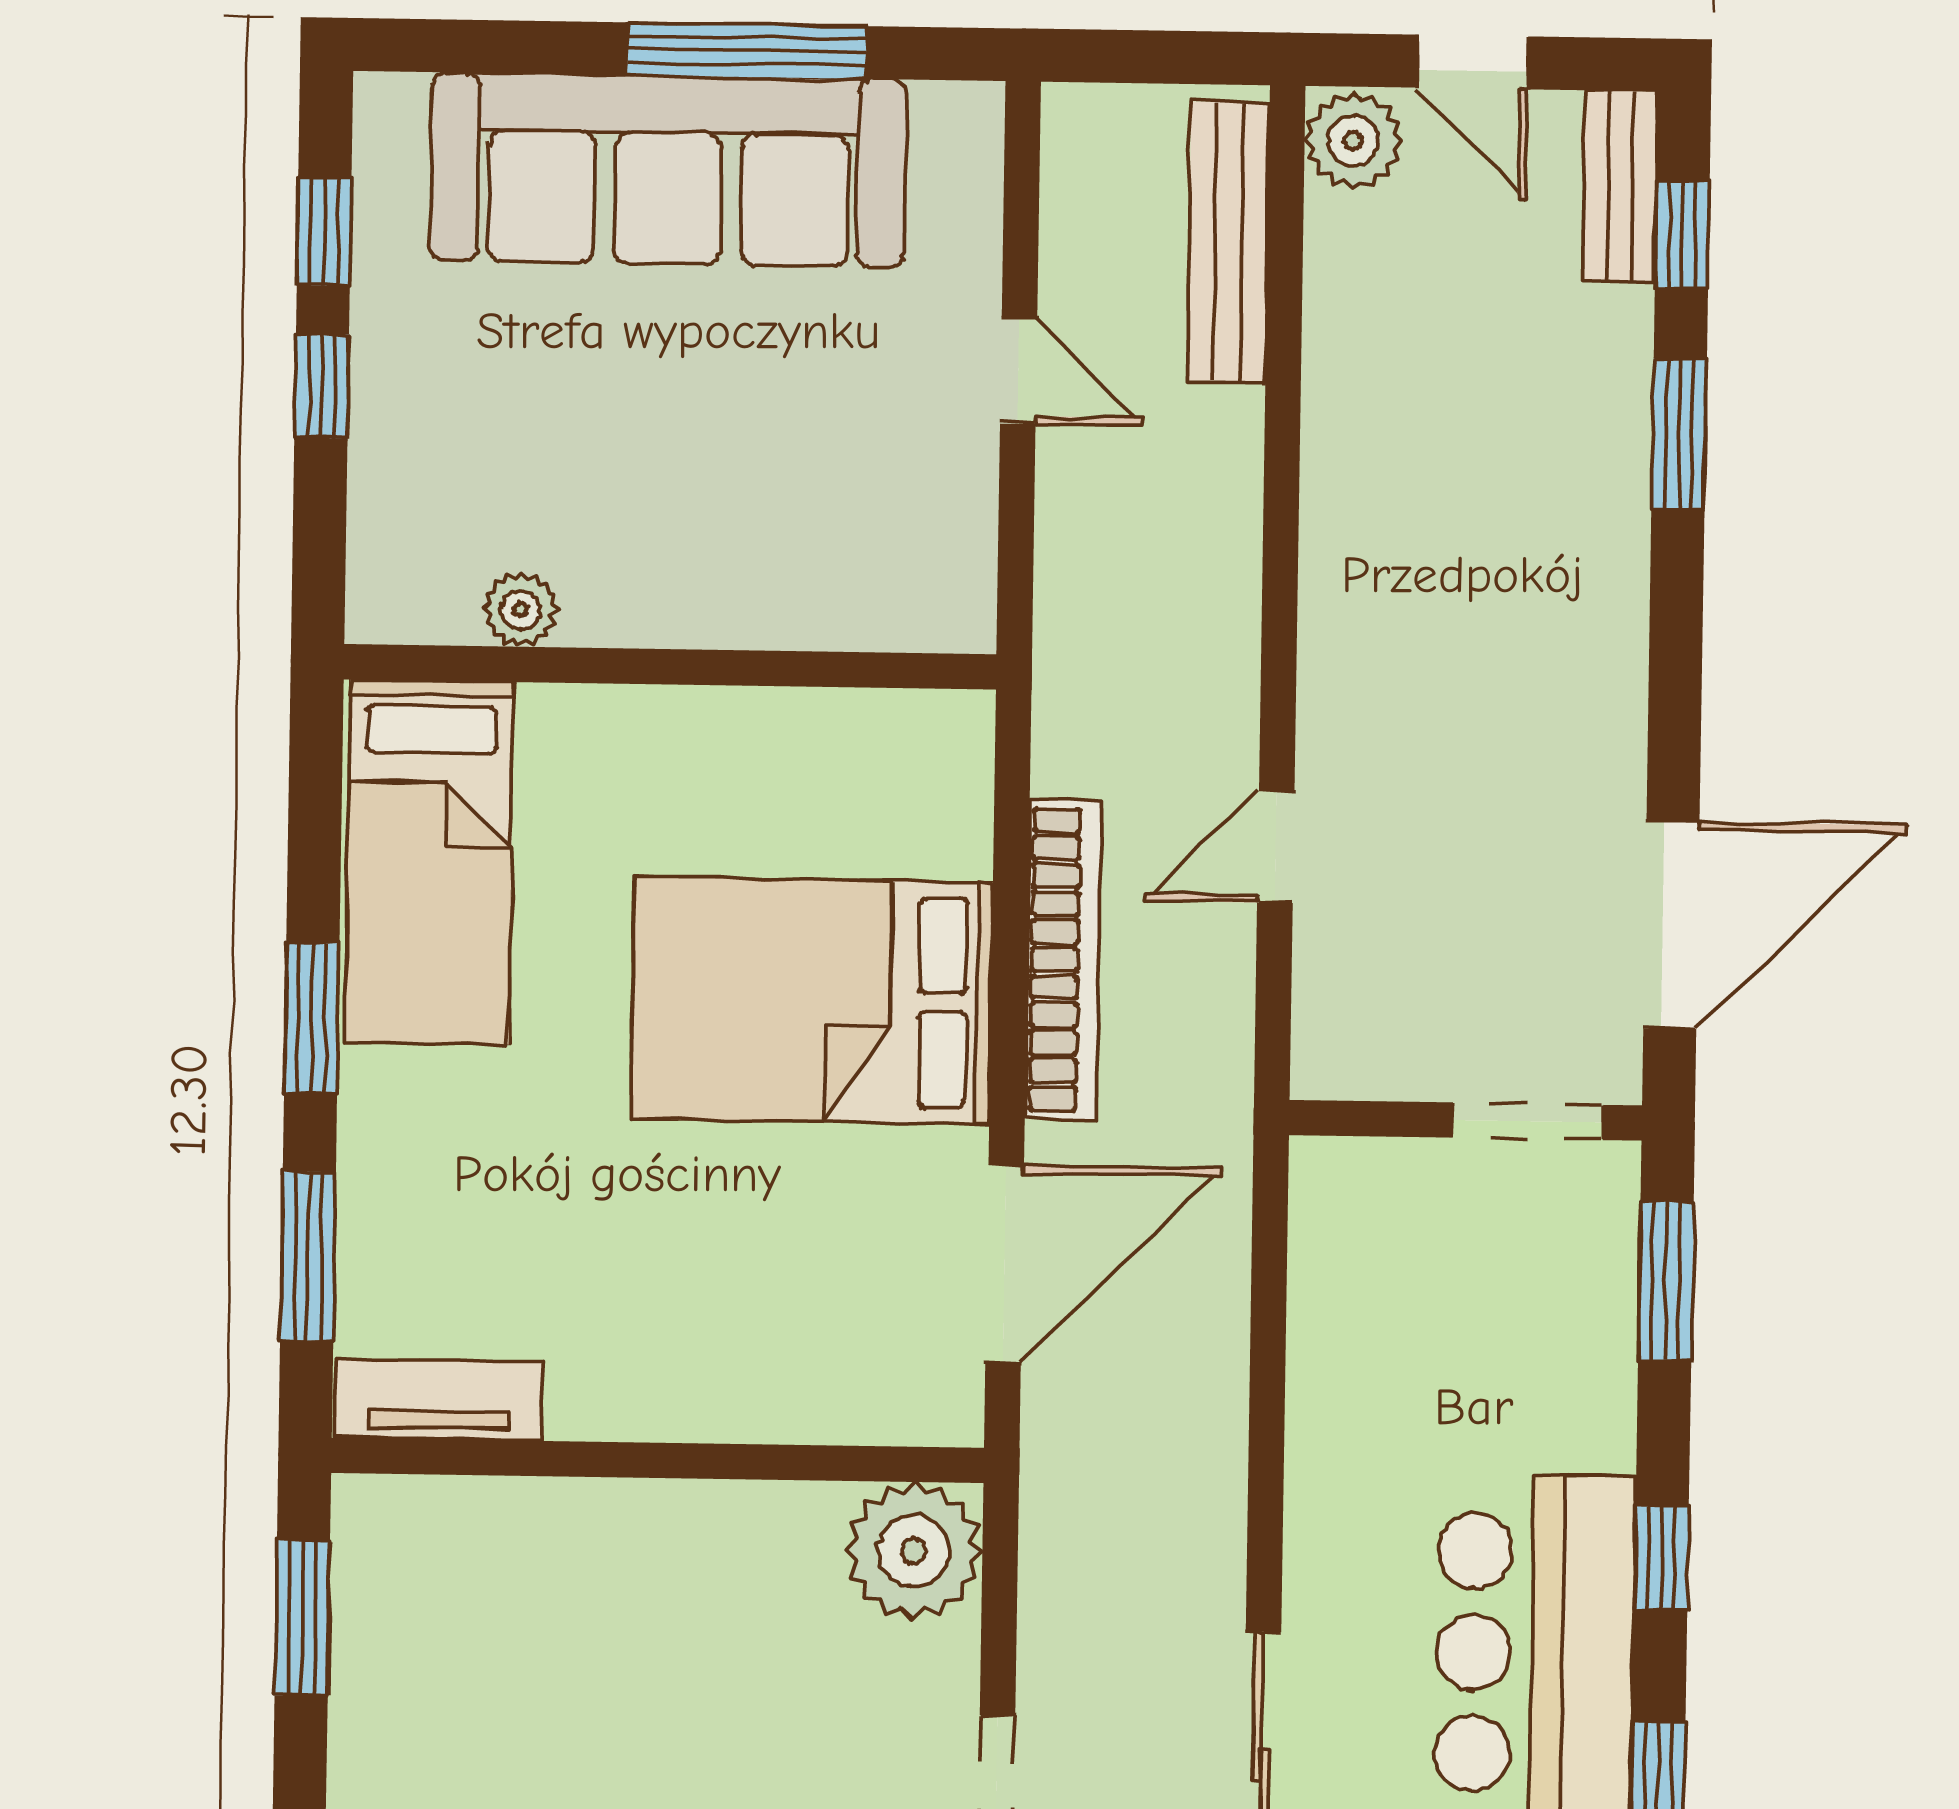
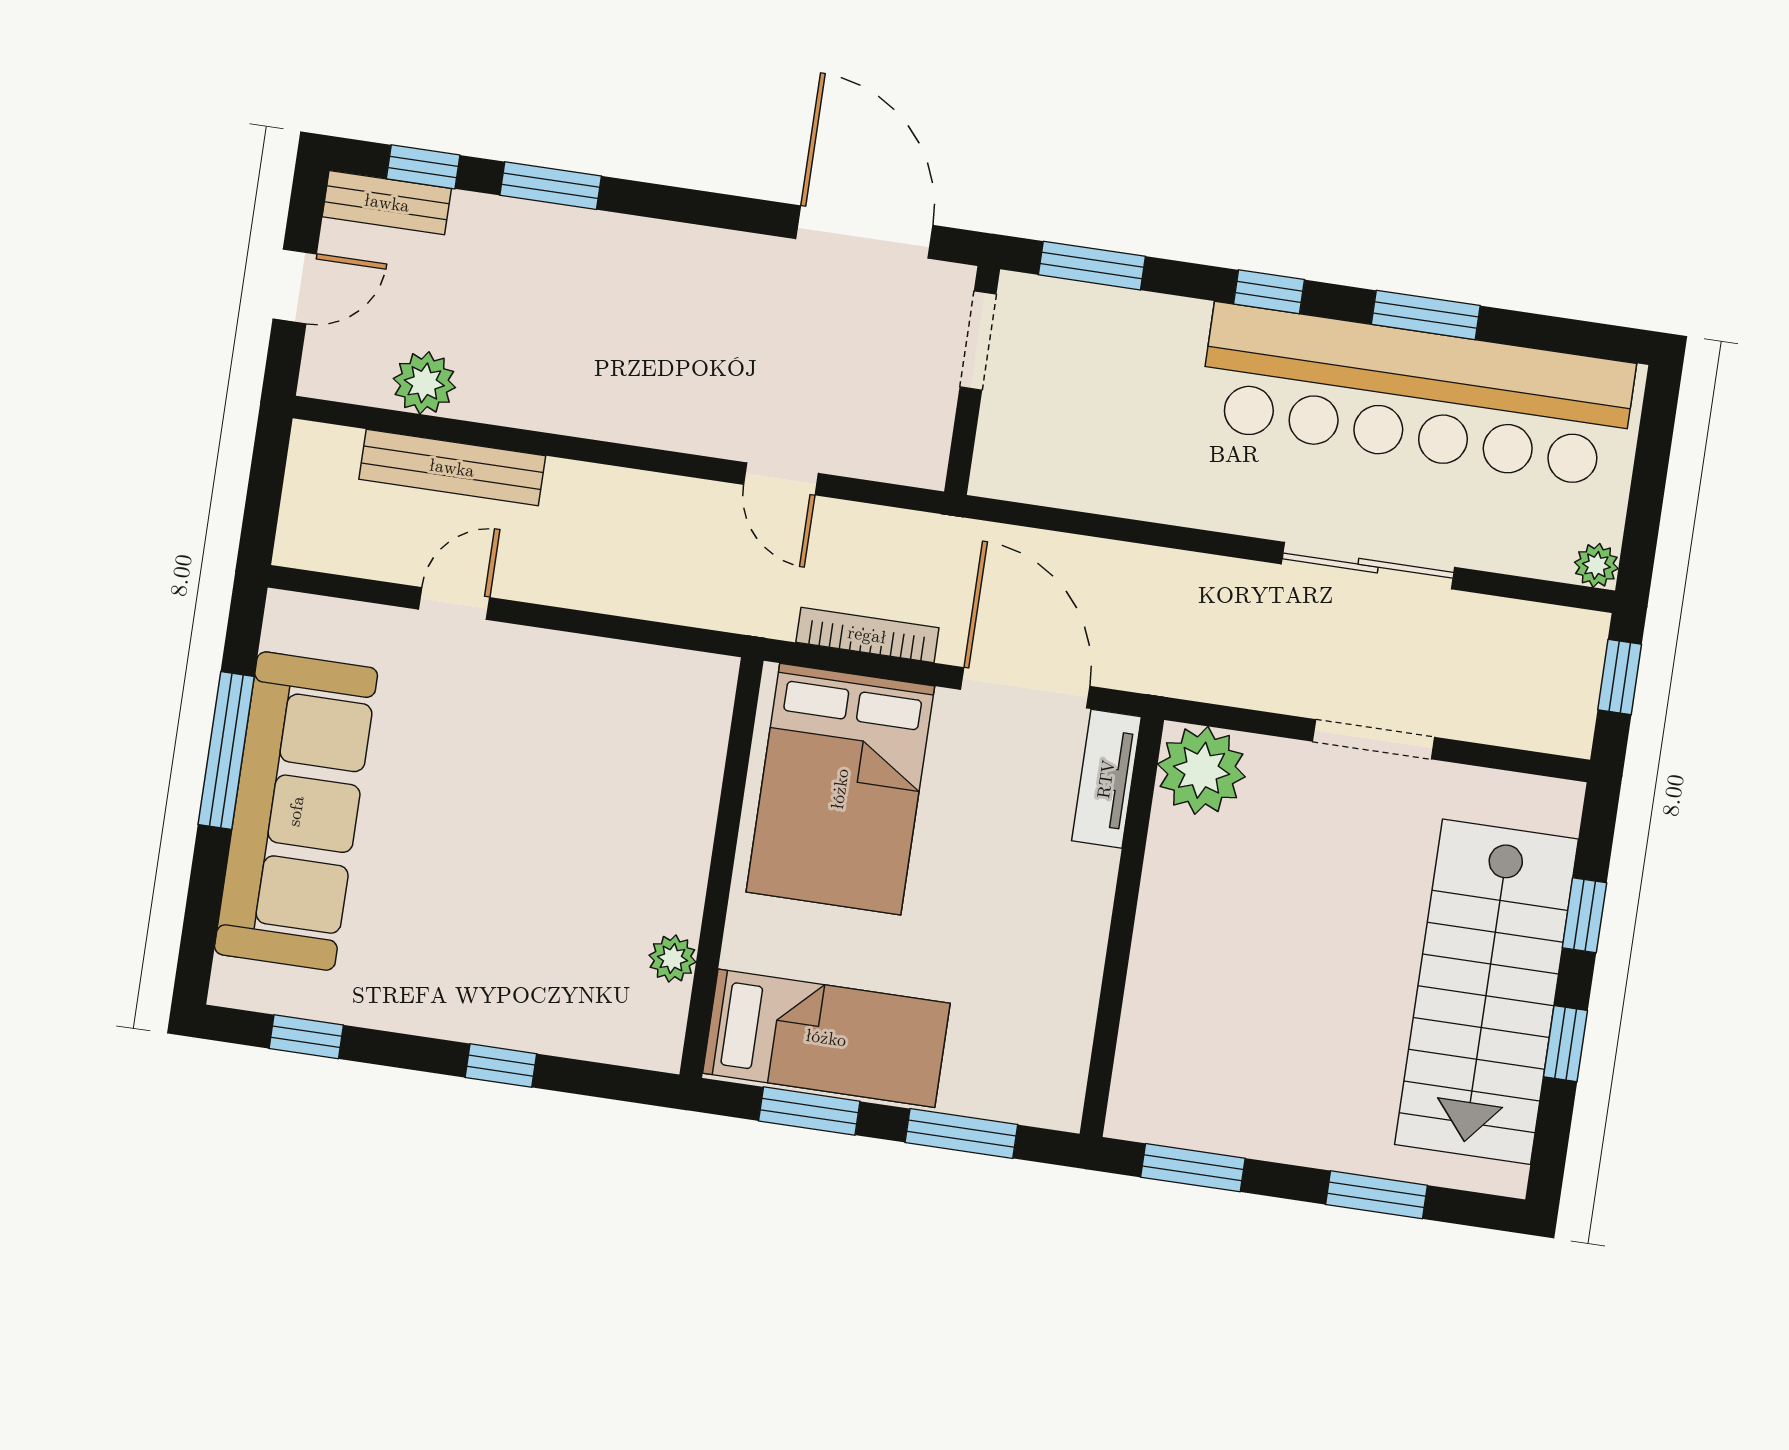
plant: (1353, 141) -> (424, 383), moved
bench: (1228, 242) -> (452, 468), moved
window: (322, 386) -> (501, 1066), moved
plant: (521, 610) -> (672, 959), moved
wall: (670, 667) -> (722, 868), moved
bed: (430, 862) -> (826, 1038), moved
bookcase: (1063, 960) -> (867, 635), width x0.68, depth x0.76
tv unit: (438, 1400) -> (1106, 779), moved

